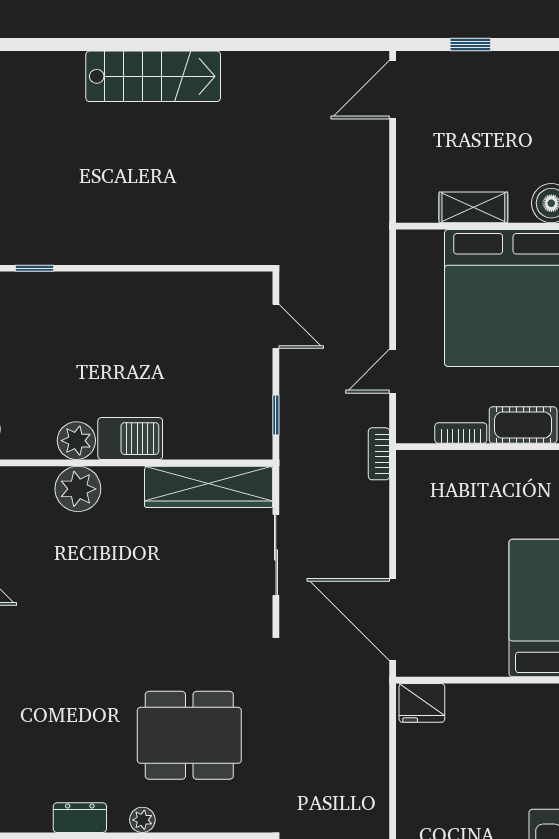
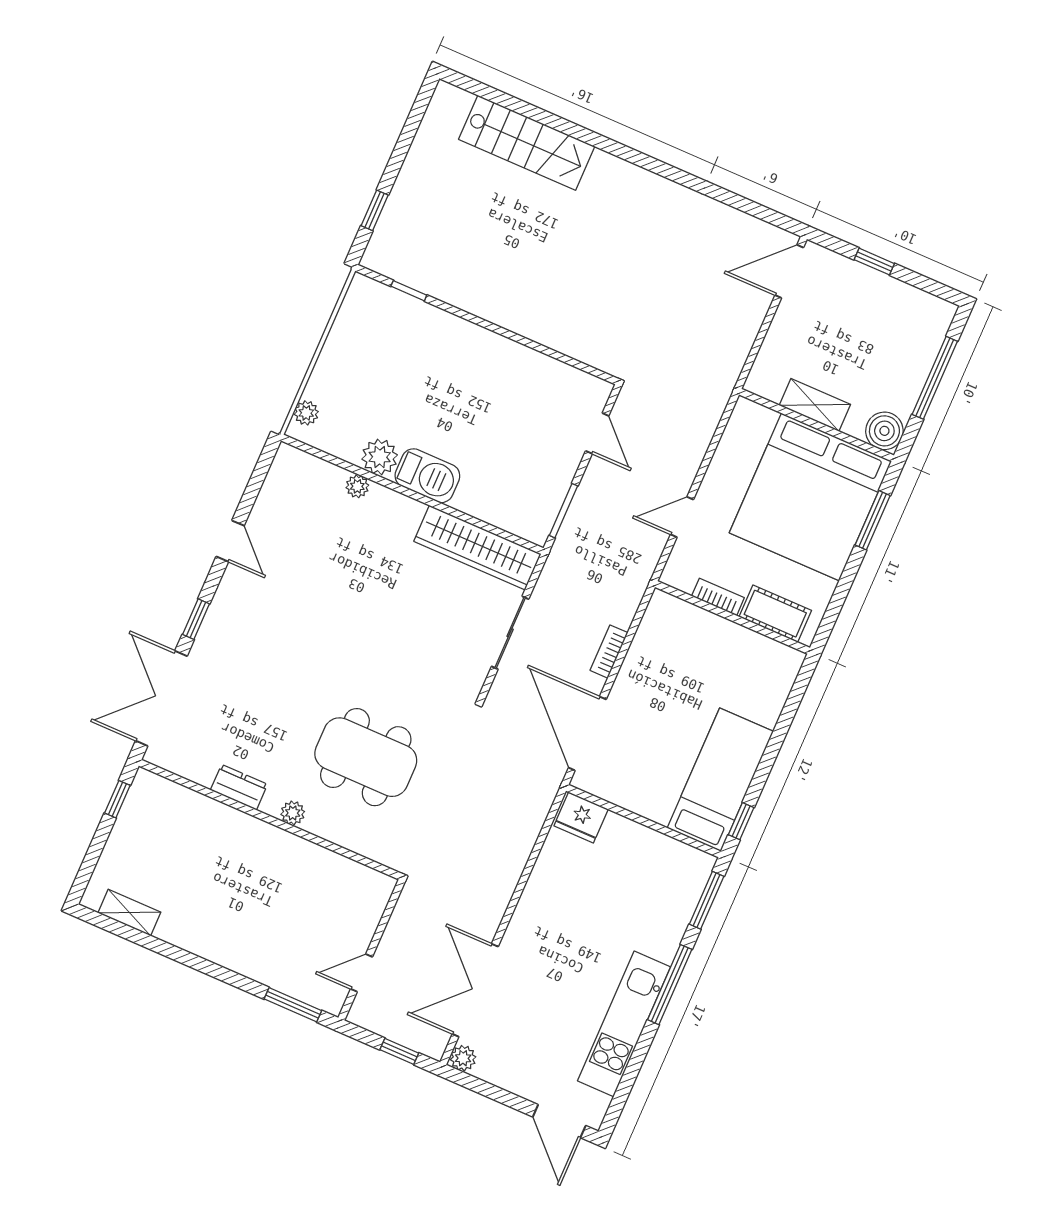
stairs: (153, 76) -> (527, 143), moved
window: (276, 415) -> (563, 511), width x1.50
bookcase: (379, 454) -> (609, 652), moved
plant: (78, 489) -> (357, 486), width x0.53, depth x0.53

